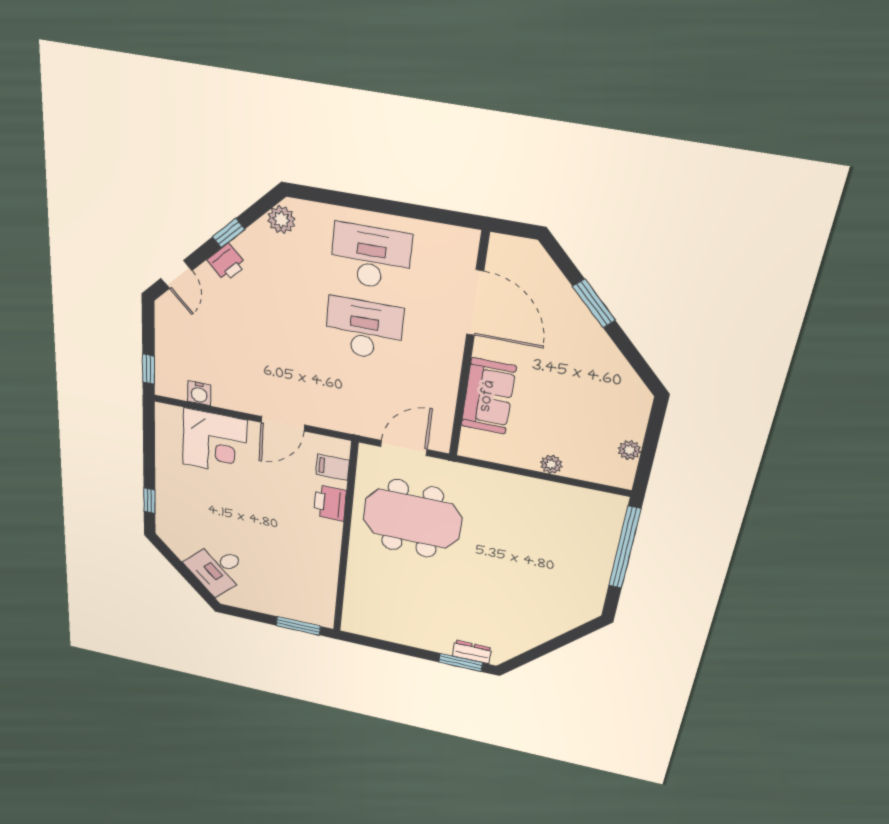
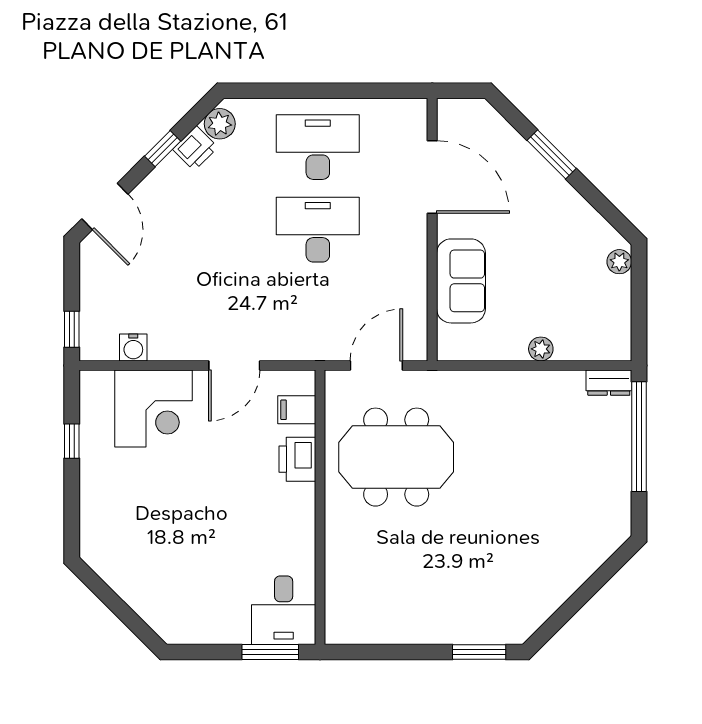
printer: (227, 262) -> (195, 148), moved
door: (176, 274) -> (105, 207), width x1.38
plant: (629, 450) -> (619, 262), moved
window: (149, 501) -> (72, 441), moved
desk: (217, 569) -> (284, 610), moved, turned -45
dresser: (472, 652) -> (609, 383), moved, turned 180

